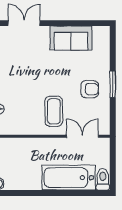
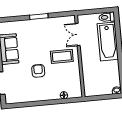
armchair: (90, 89) -> (38, 71), moved

